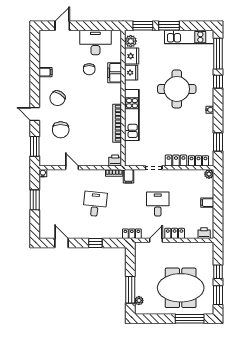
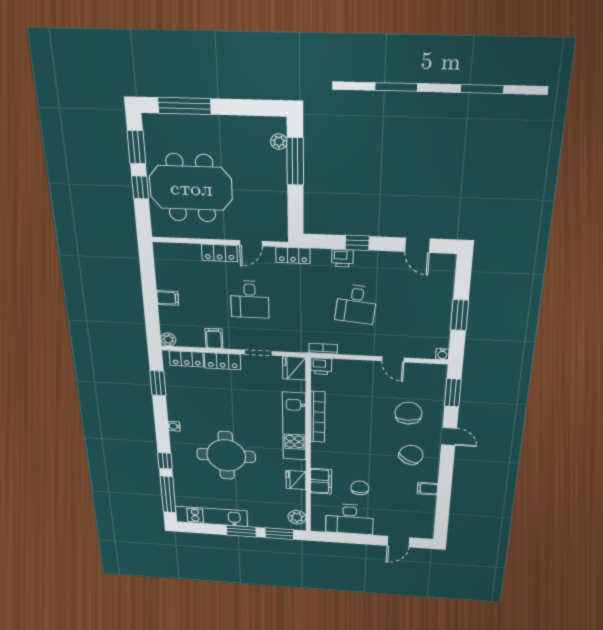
fridge: (132, 56) -> (294, 368), moved
filing cabinet: (129, 176) -> (214, 338), moved
printer: (204, 233) -> (342, 258), moved
meeting table: (181, 288) -> (191, 188), moved

